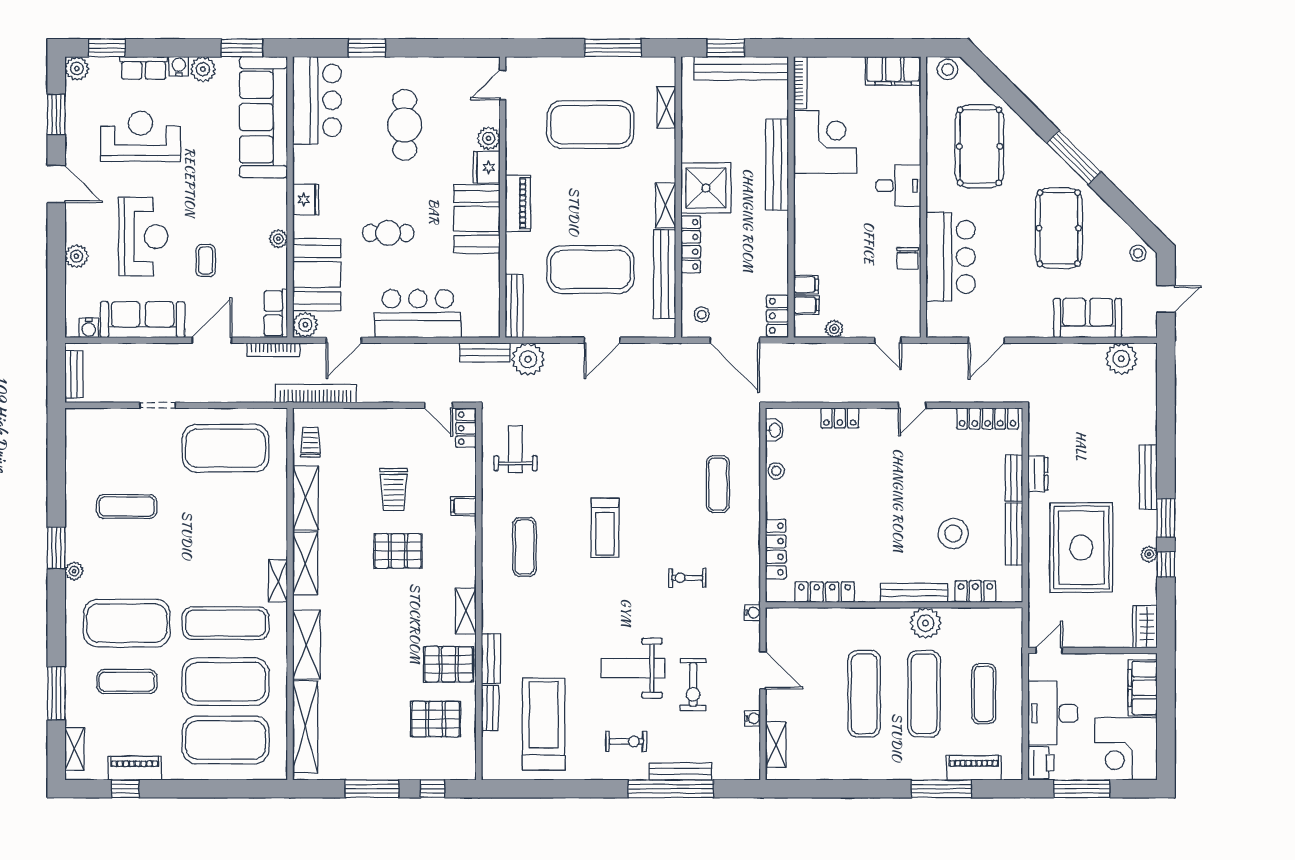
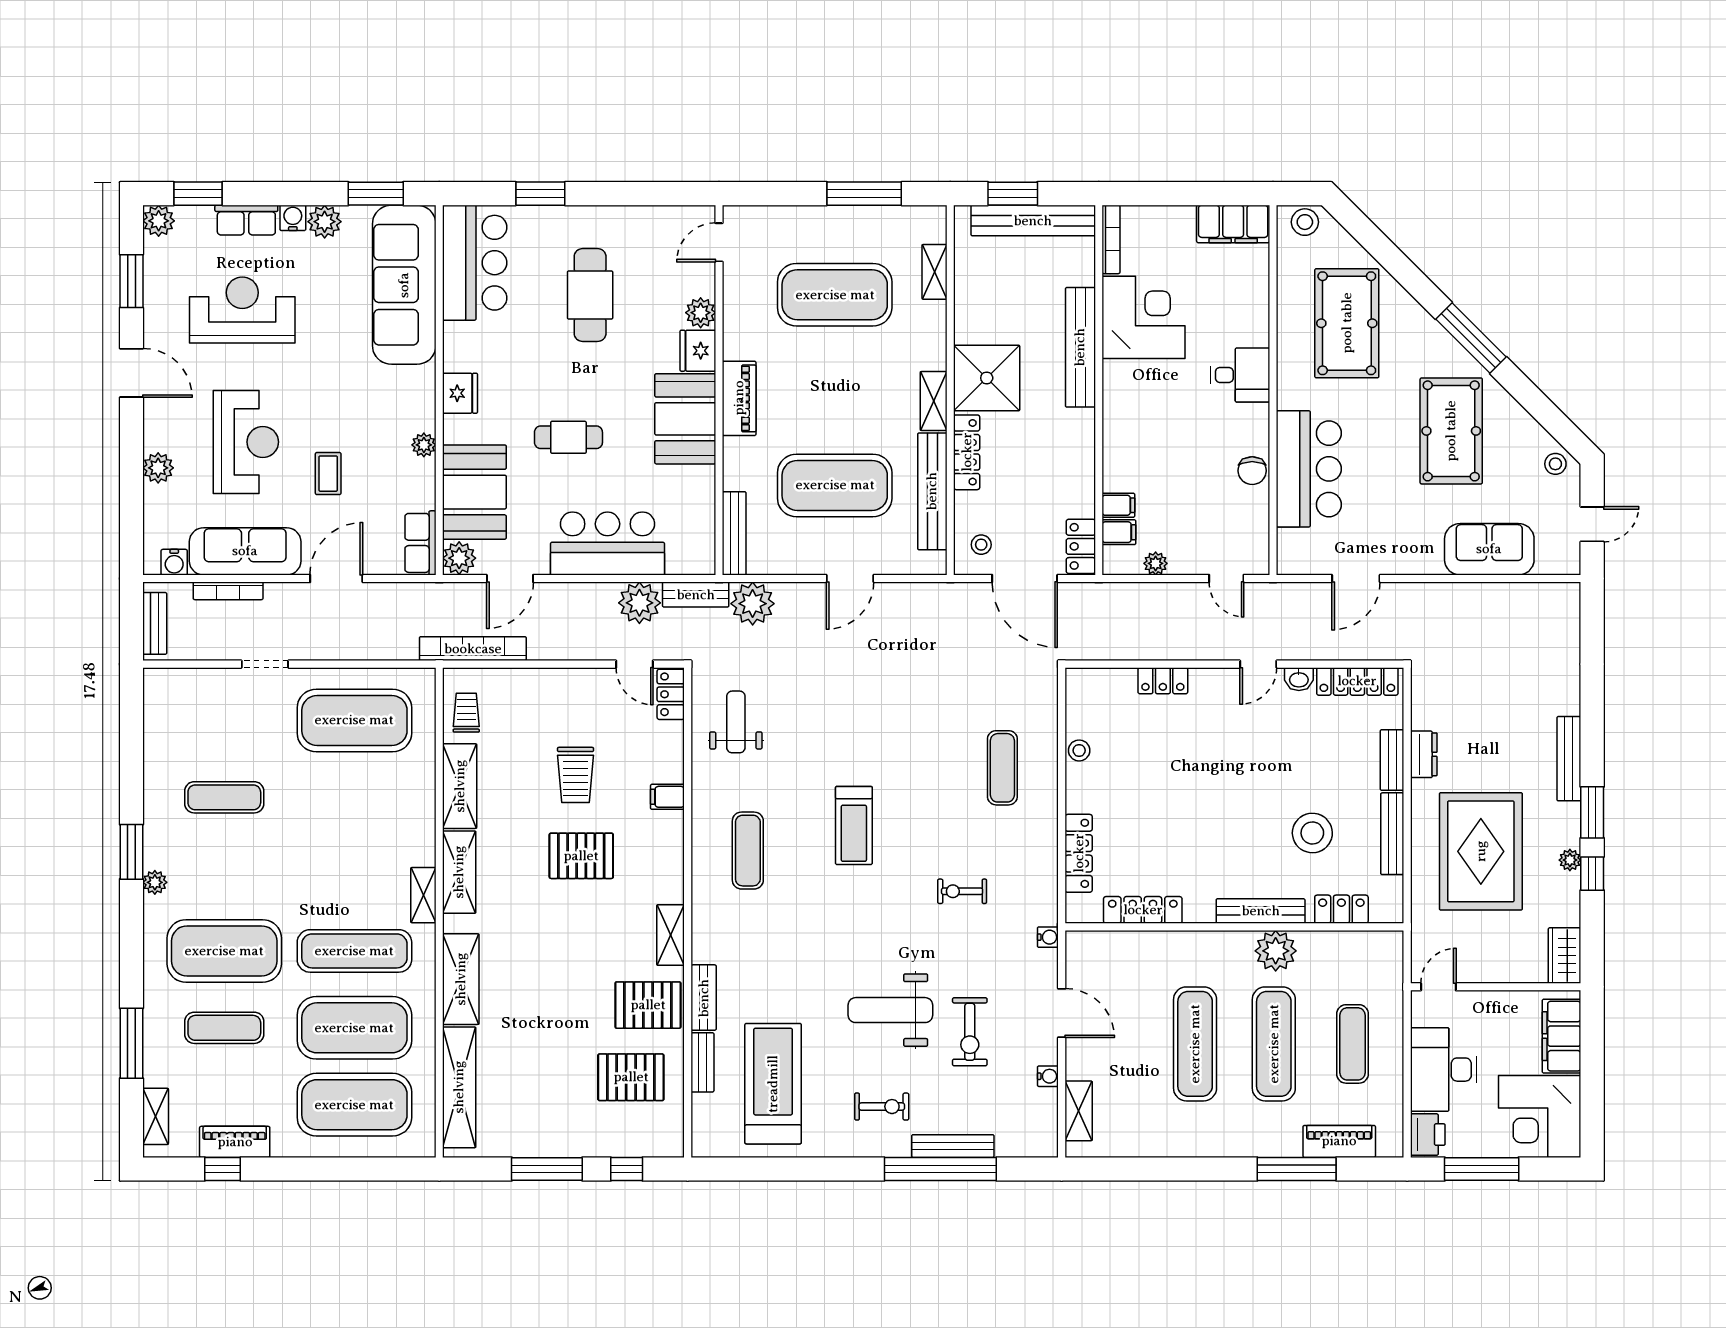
bookcase: (273, 350) -> (228, 591), moved
plant: (1121, 359) -> (639, 603), moved
washbasin: (774, 430) -> (1299, 679), moved, turned 90

